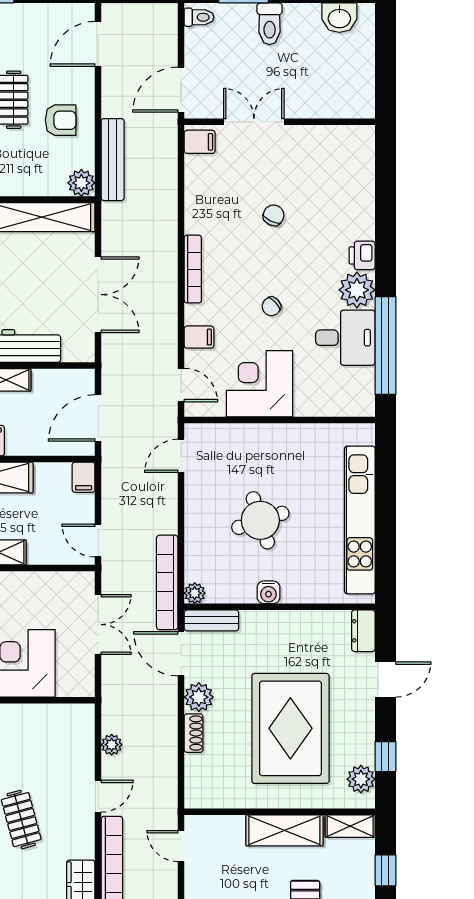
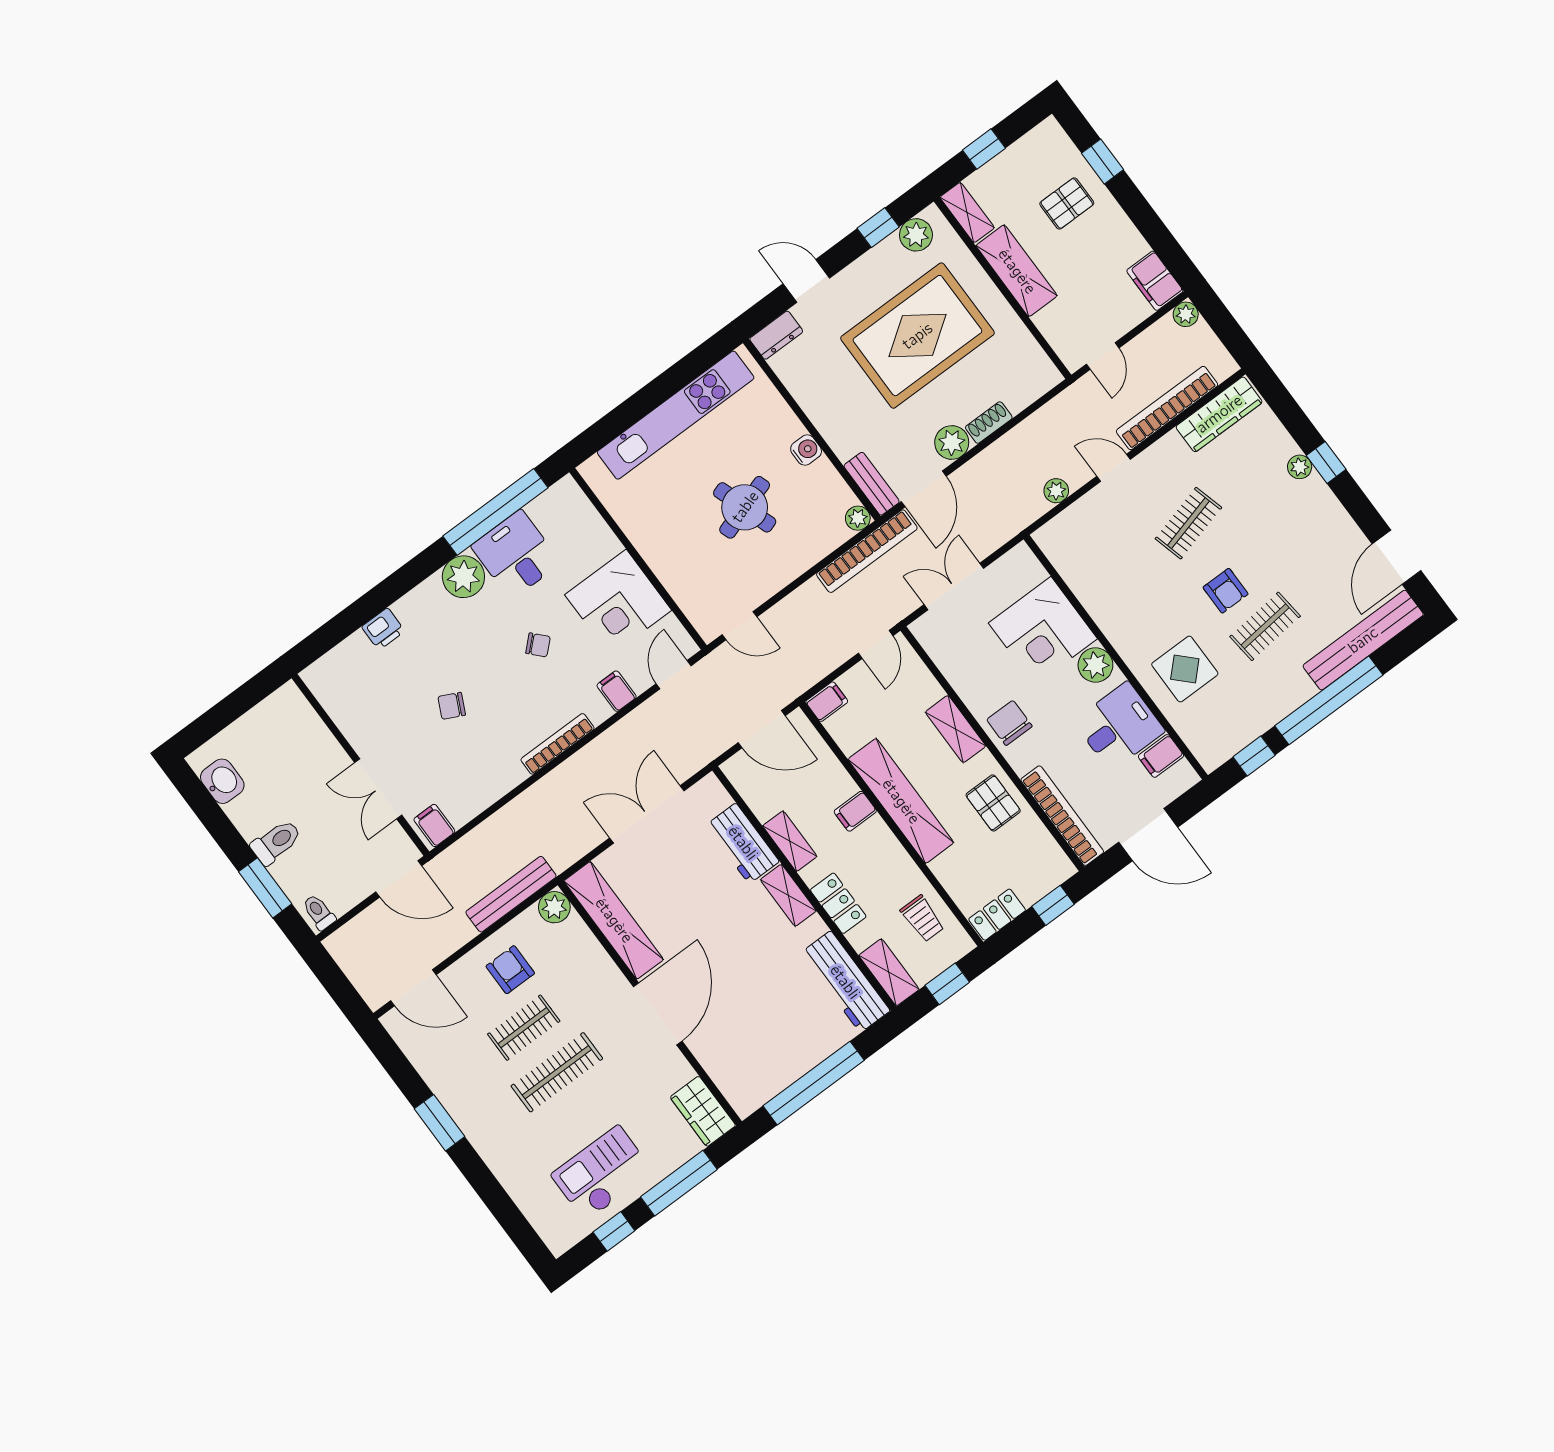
printer: (362, 255) -> (383, 629), moved

